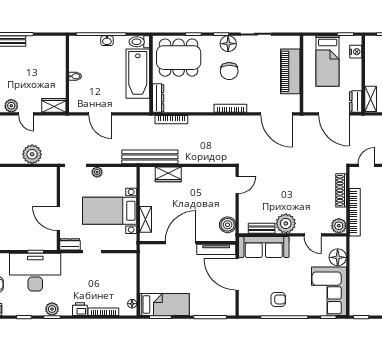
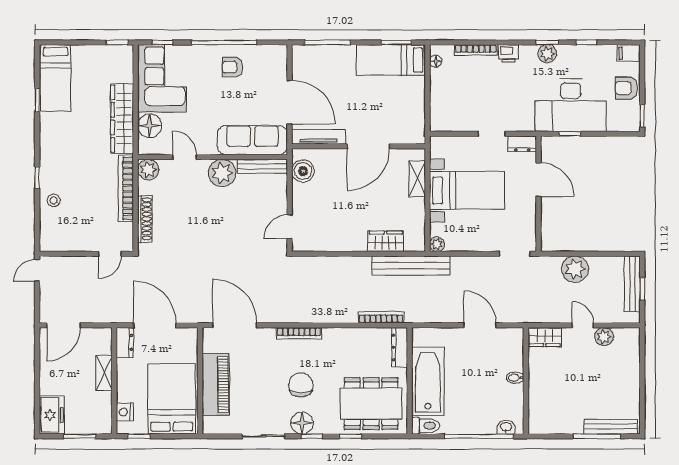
washbasin: (107, 41) -> (506, 427), moved
bed: (328, 61) -> (172, 399), width x1.50
shelving: (371, 99) -> (104, 373), moved
plant: (97, 172) -> (437, 244), moved
bench: (262, 228) -> (262, 166), width x1.36
wardrobe: (358, 262) -> (122, 119), added

